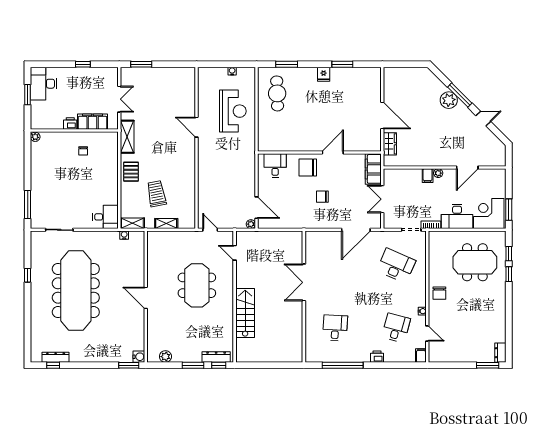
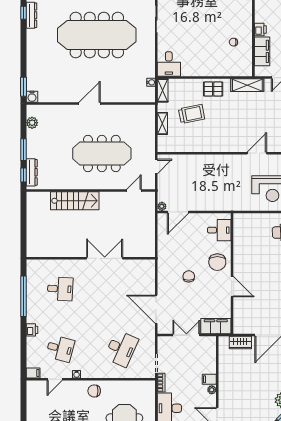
chair: (308, 167) -> (217, 262), turned 180
meeting table: (197, 285) -> (102, 153), width x1.36

